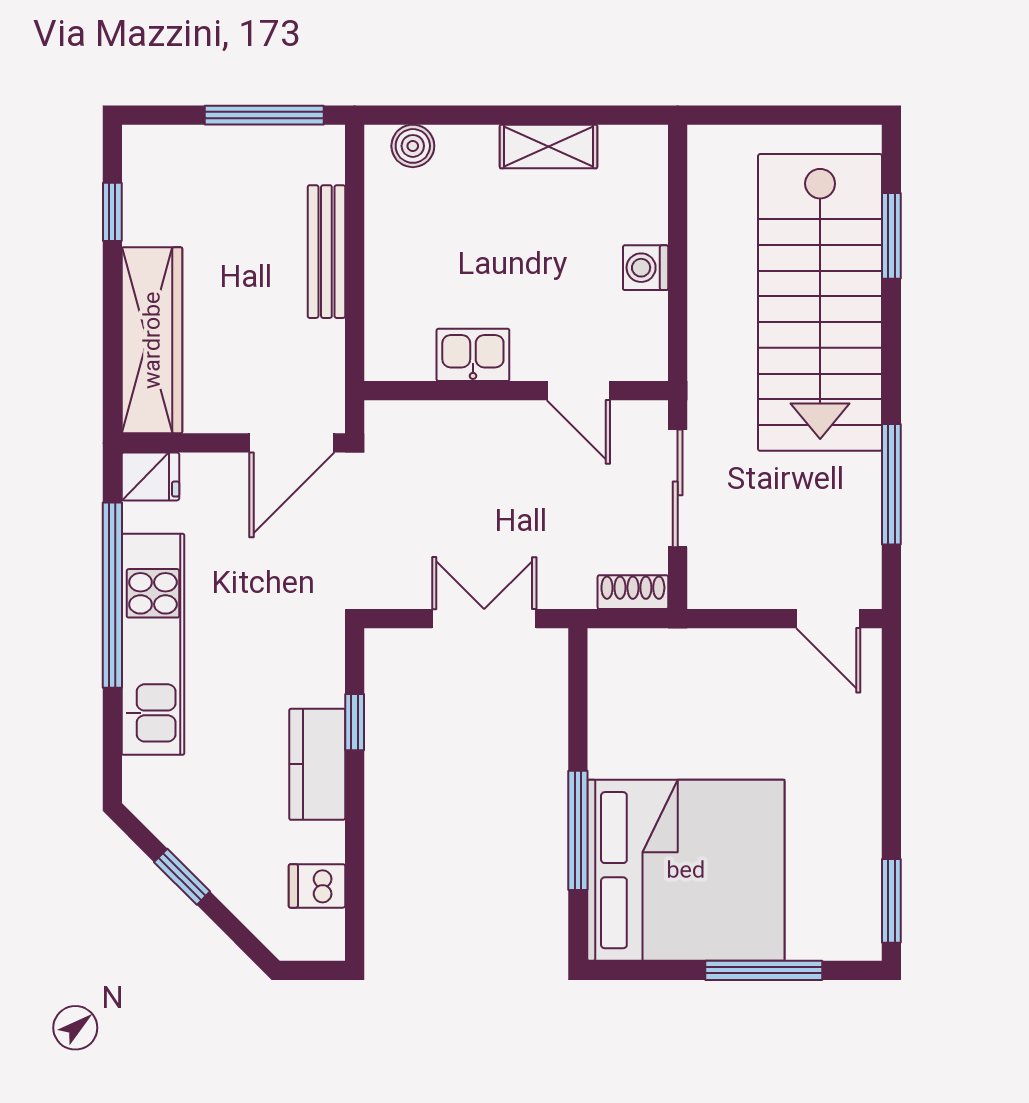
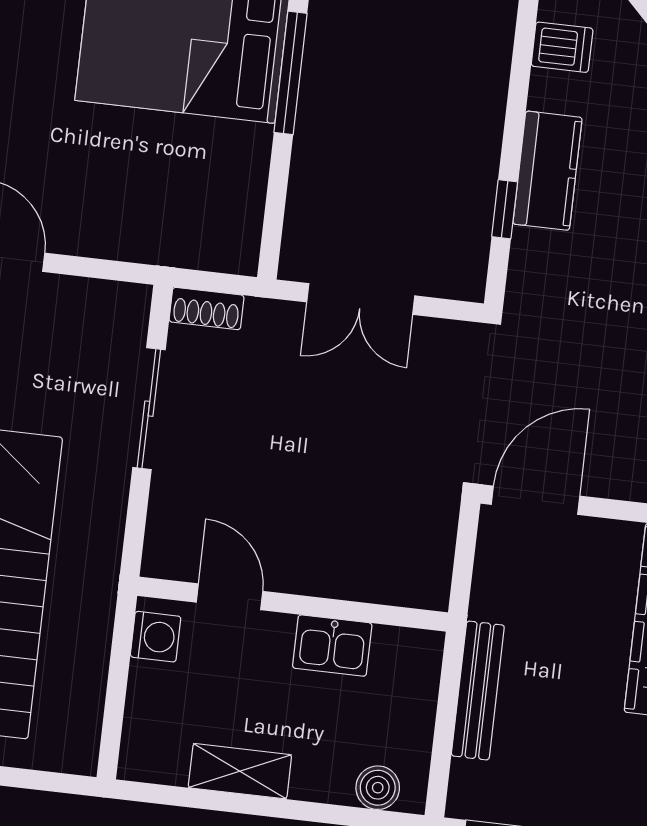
kitchen sink: (473, 355) -> (332, 646), moved
wall: (516, 391) -> (293, 604), moved
door: (578, 391) -> (229, 597), moved

